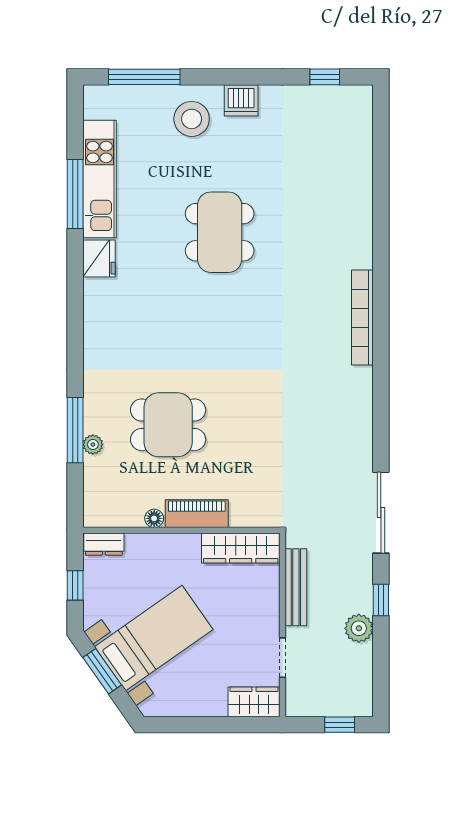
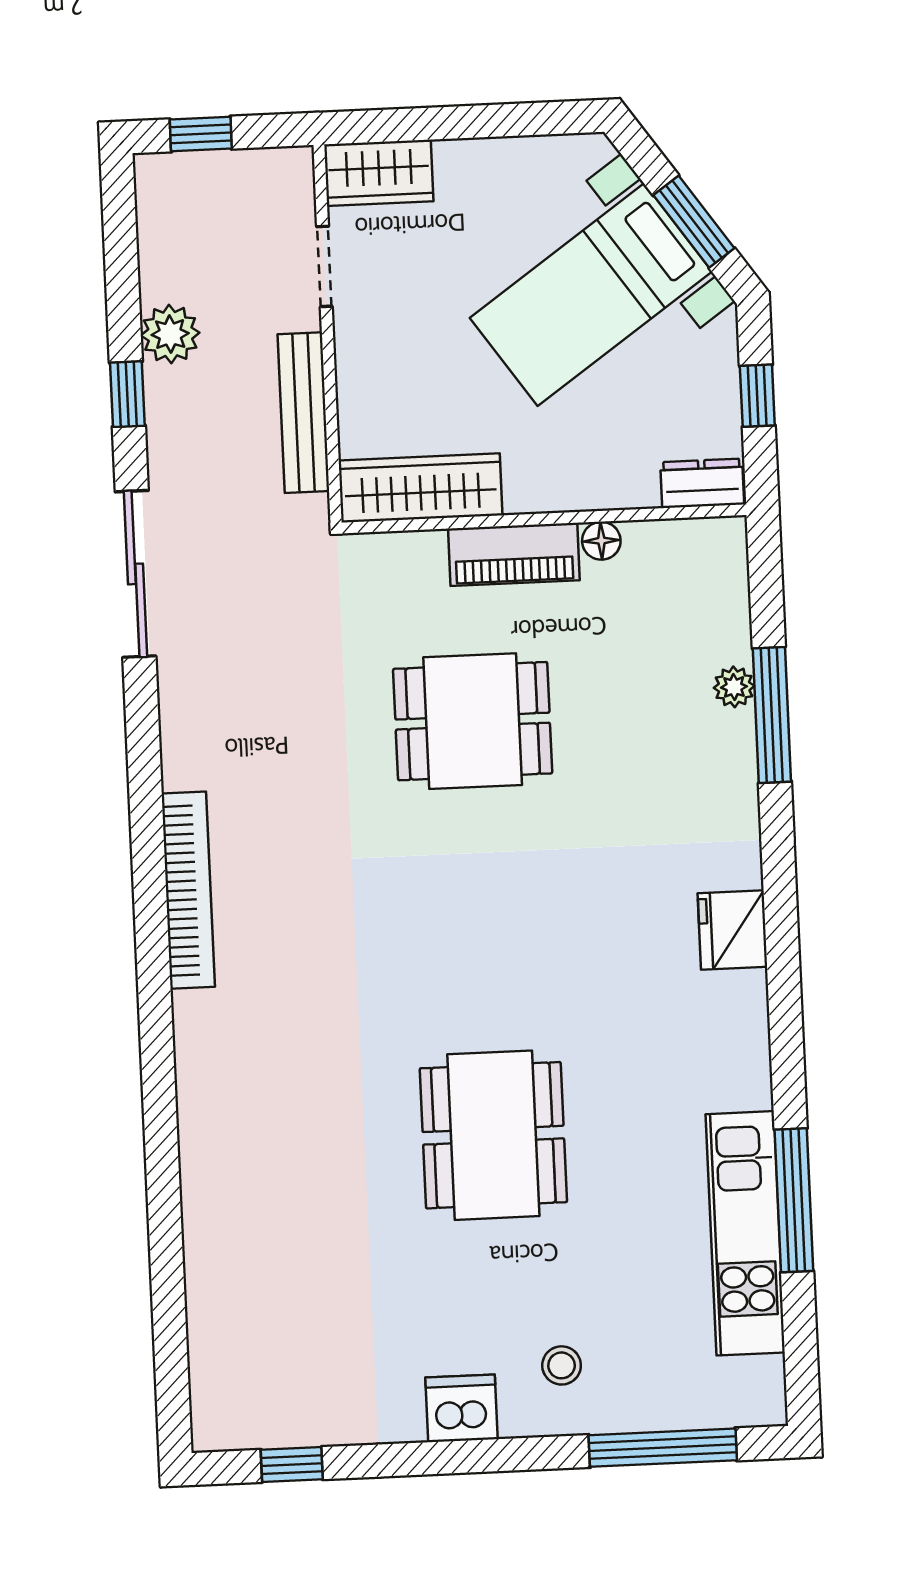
stool: (192, 119) -> (562, 1365), width x0.53, depth x0.53
fridge: (99, 259) -> (733, 930), moved
bookcase: (362, 318) -> (188, 890), moved
dining table: (168, 425) -> (473, 721), moved

